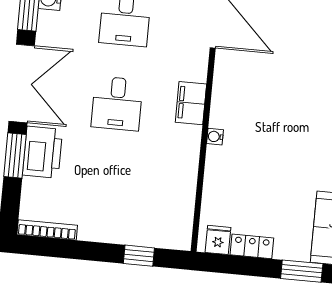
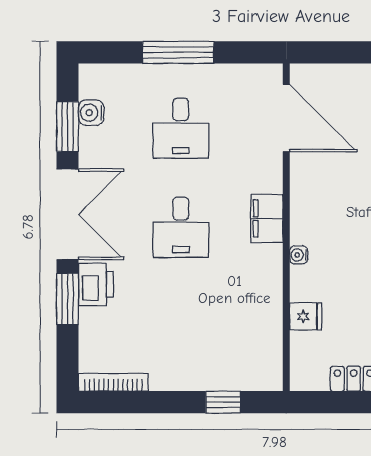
printer: (42, 152) -> (96, 284), width x0.73, depth x0.84
fridge: (218, 240) -> (306, 316), moved, turned 90

